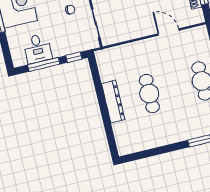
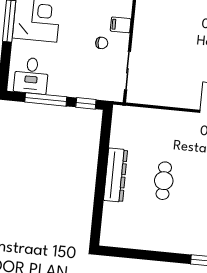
desk: (38, 48) -> (31, 76), moved
cafe table: (149, 94) -> (164, 181), width x0.73, depth x0.74

